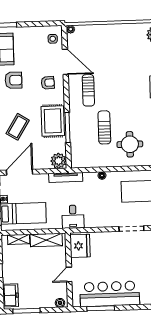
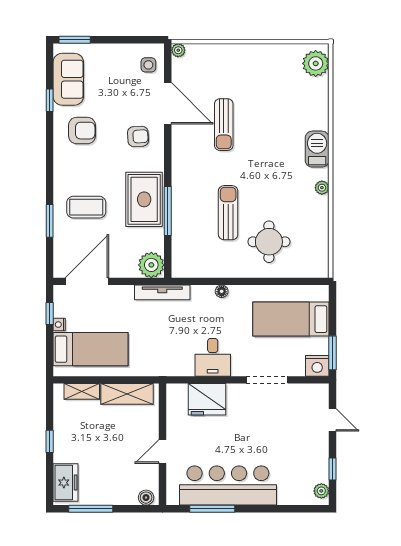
sun lounger: (88, 90) -> (224, 125), moved
coffee table: (18, 127) -> (86, 207), turned 58
desk: (73, 217) -> (213, 357), moved
fridge: (80, 246) -> (207, 399), moved, turned 90

